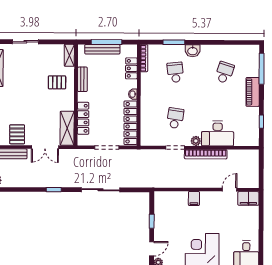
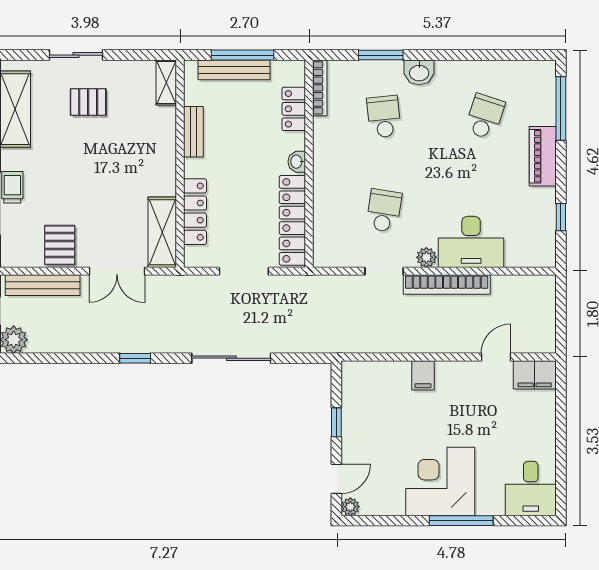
pallet: (57, 82) -> (88, 102), moved

